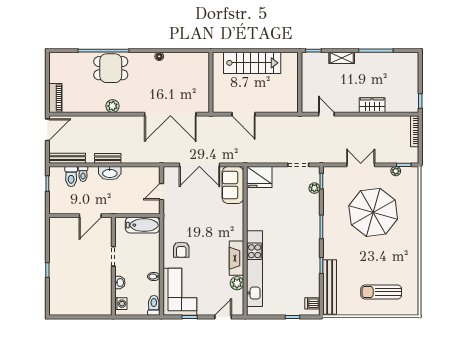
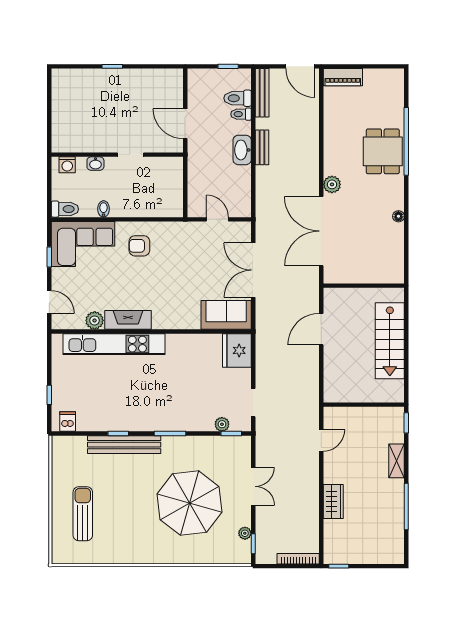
plant: (113, 106) -> (332, 184), moved
bathtub: (142, 225) -> (172, 194), removed
bench: (330, 287) -> (124, 445), moved

